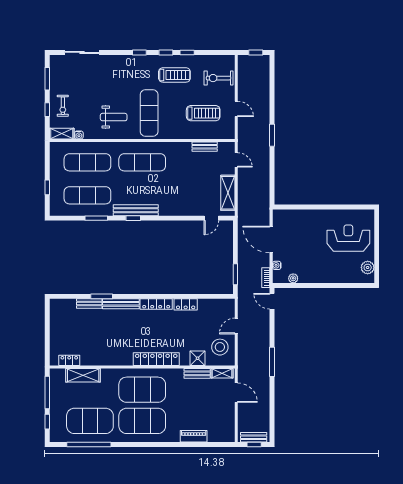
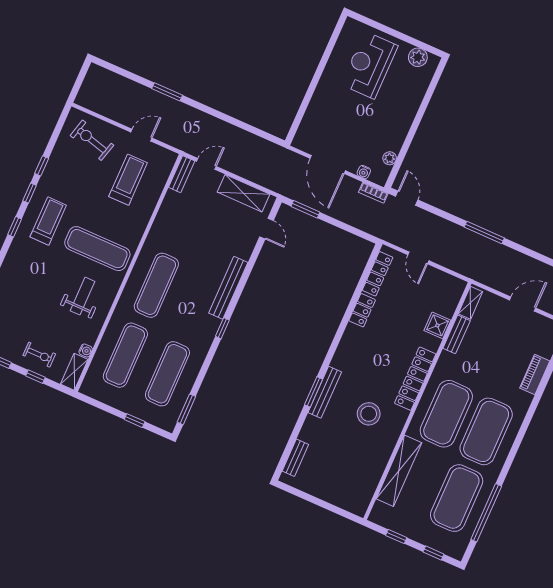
window: (256, 52) -> (80, 78), removed
treadmill: (174, 75) -> (48, 221), moved
exercise bike: (219, 78) -> (92, 140), turned 105
window: (272, 135) -> (167, 92), moved
bench: (205, 147) -> (182, 174), moved
bench: (136, 210) -> (228, 288), moved
window: (96, 218) -> (186, 409), moved
door: (271, 240) -> (328, 164), hinge flipped
window: (235, 274) -> (305, 209), moved
window: (102, 296) -> (314, 392), moved
door: (272, 301) -> (407, 198), swing flipped
bench: (89, 304) -> (295, 458), moved
locker: (156, 304) -> (378, 274), moved
stool: (220, 347) -> (369, 414), moved
locker: (69, 360) -> (368, 490), removed
shelving: (83, 375) -> (399, 471), width x1.47
window: (47, 393) -> (396, 537), width x0.46
door: (236, 393) -> (523, 304), moved

